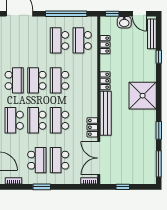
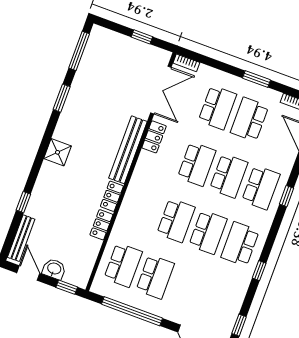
locker: (105, 45) -> (101, 225), moved
shower: (143, 96) -> (58, 152), width x0.54, depth x0.54

